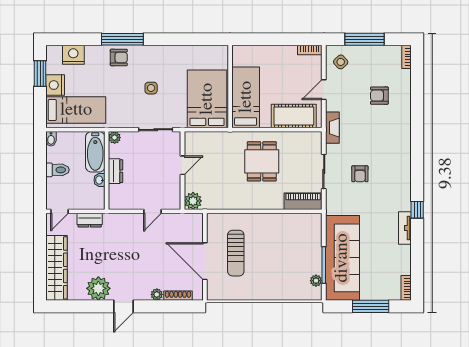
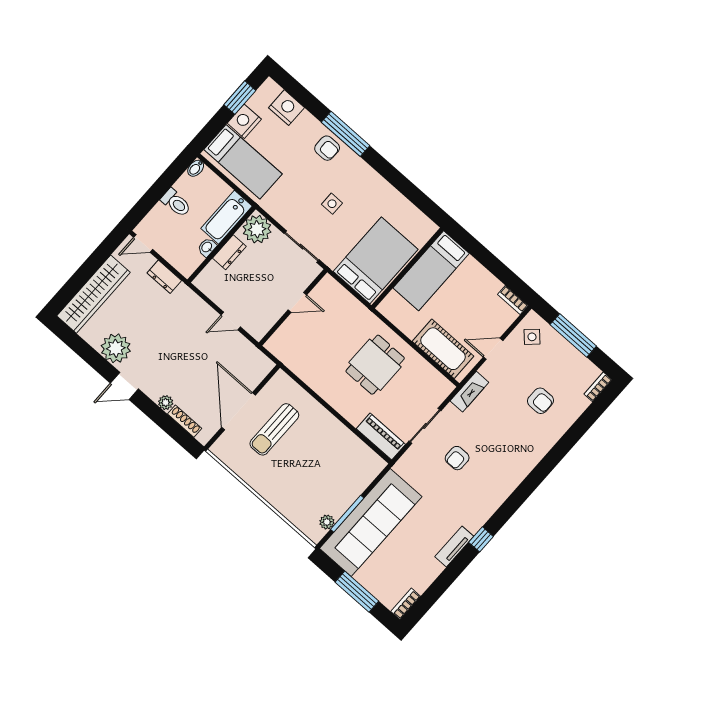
armchair: (379, 96) -> (540, 401), turned 180
bed: (246, 97) -> (431, 271), moved, turned 180
plant: (115, 138) -> (257, 229), width x1.88, depth x1.88
plant: (193, 201) -> (278, 345), removed

